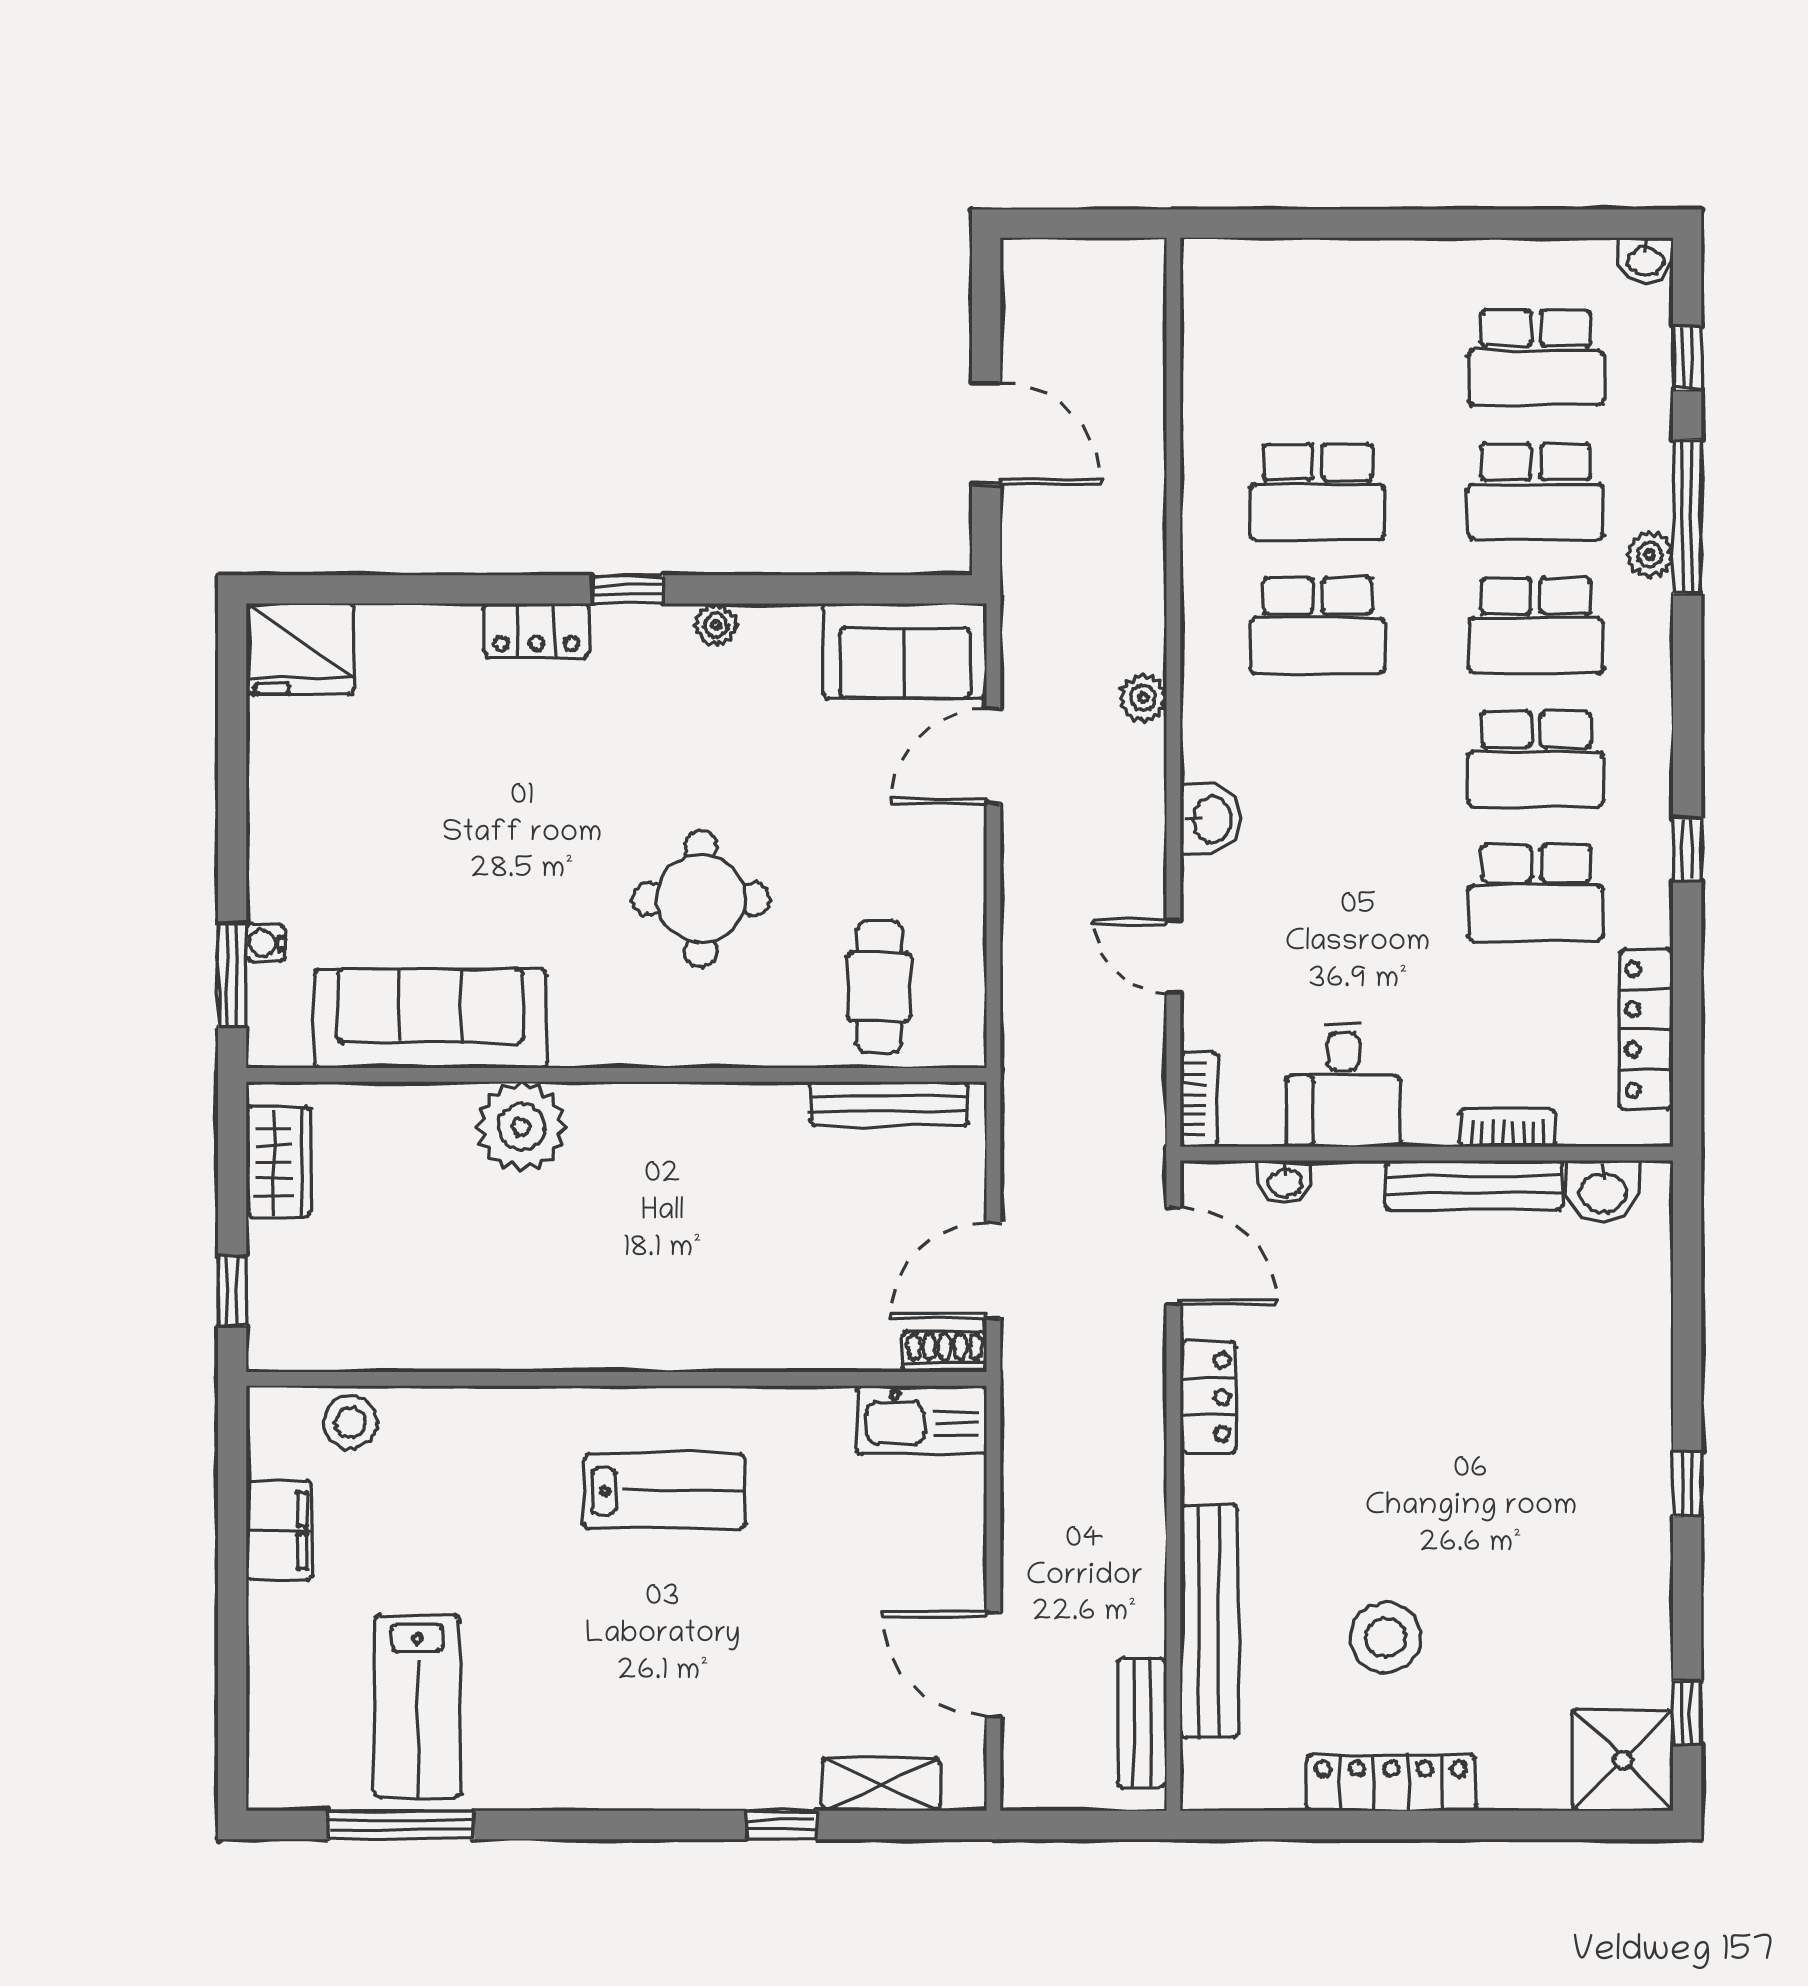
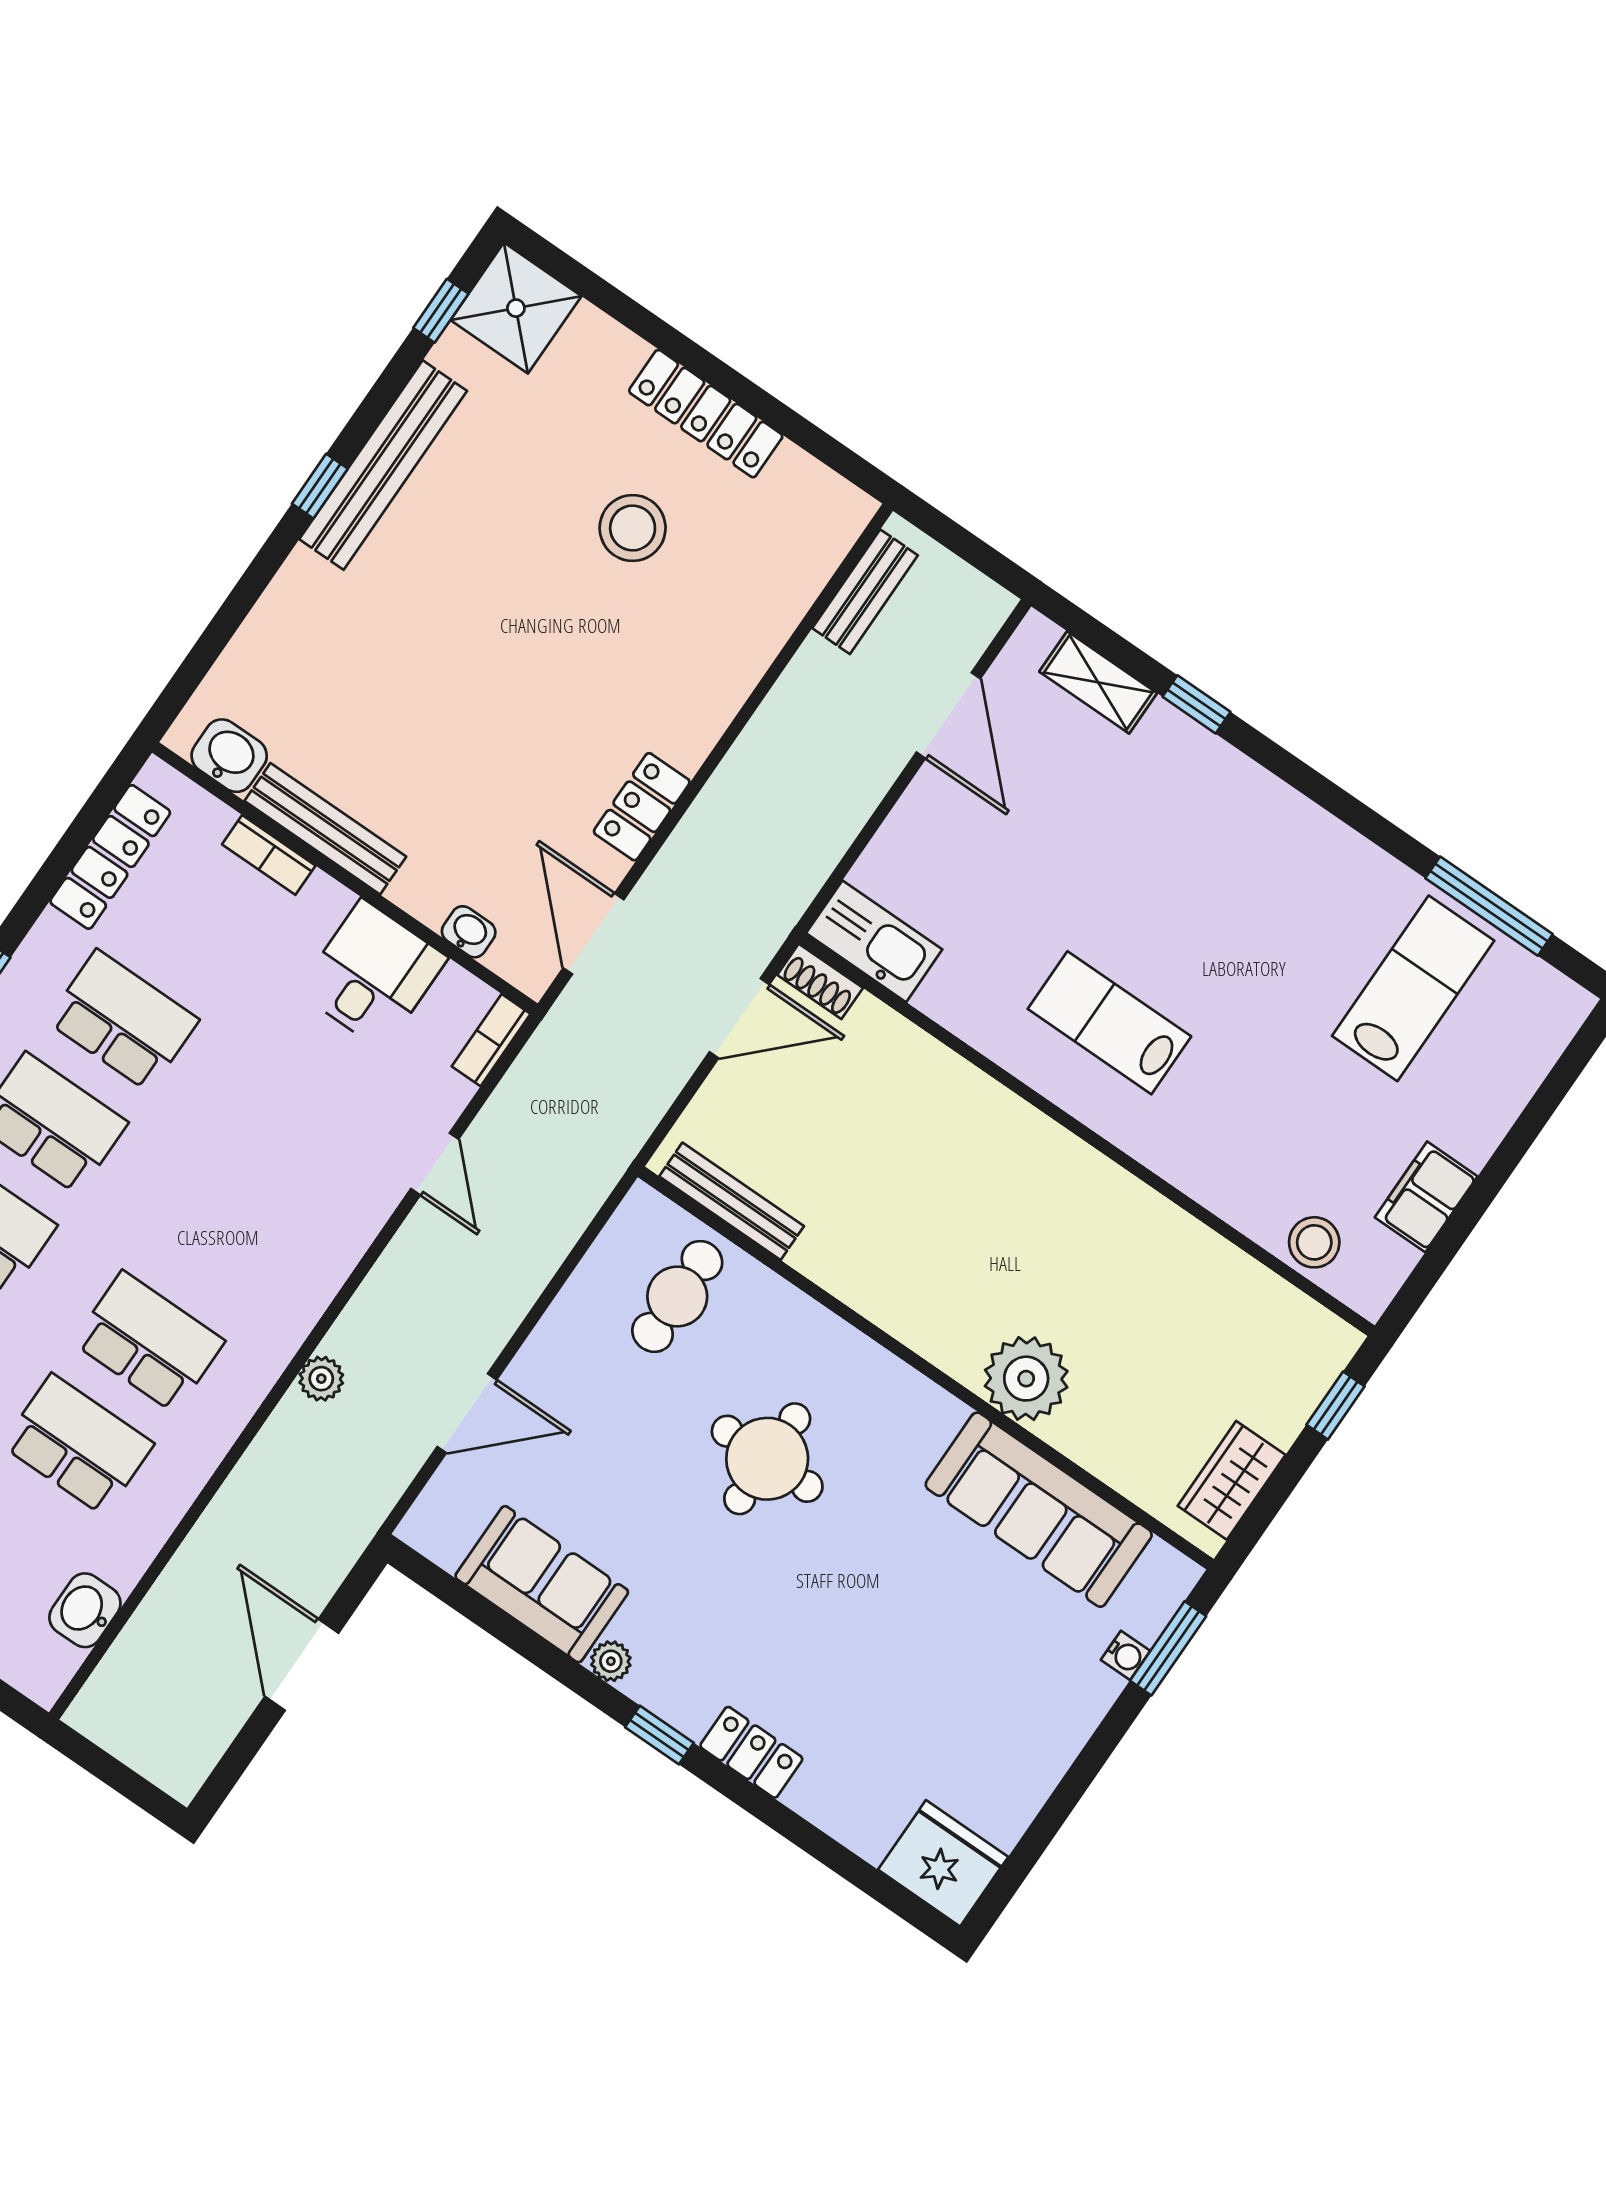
sofa: (905, 651) -> (542, 1584), moved
washbasin: (1210, 819) -> (85, 1610), moved
bench: (1209, 1621) -> (383, 465), moved

